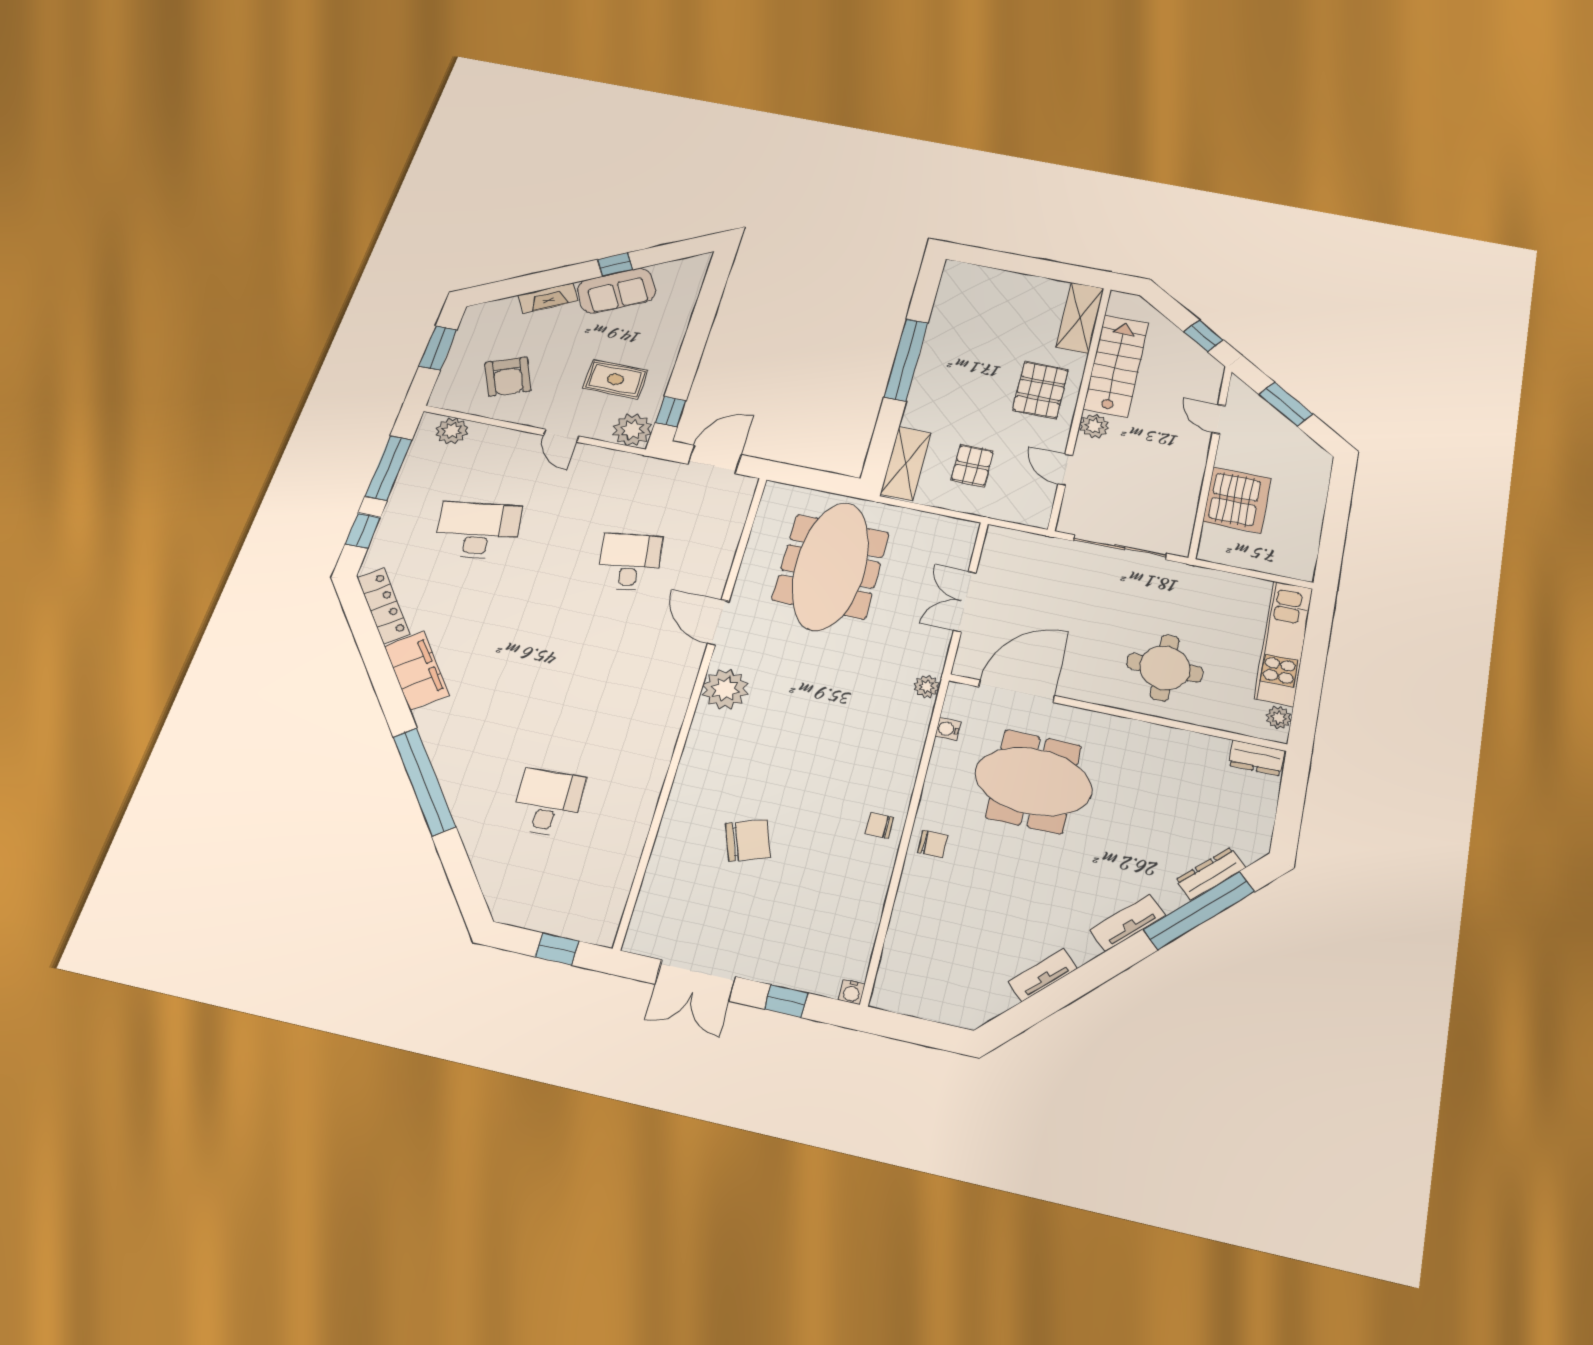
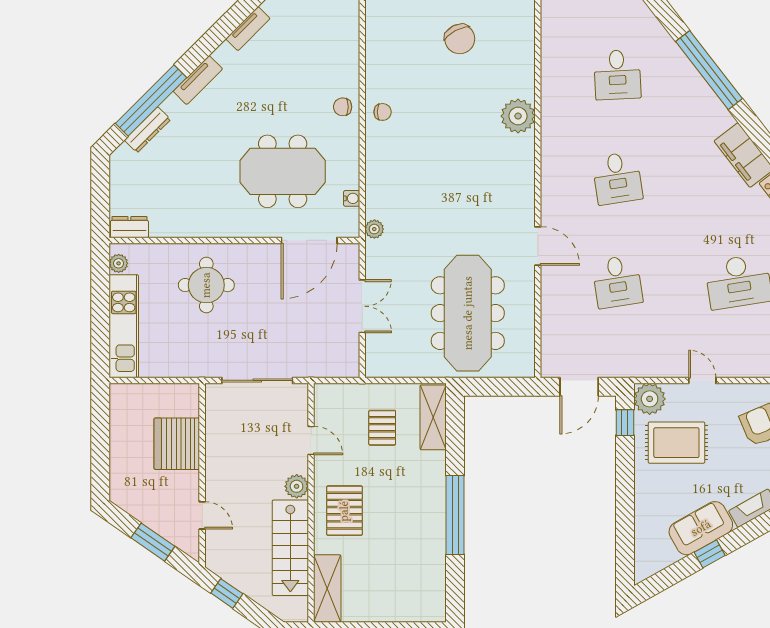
rug: (615, 379) -> (676, 443), width x1.36, depth x1.43
desk: (590, 678) -> (617, 178), added
plant: (725, 689) -> (518, 116), moved
chair: (748, 840) -> (460, 39), moved, turned -99

